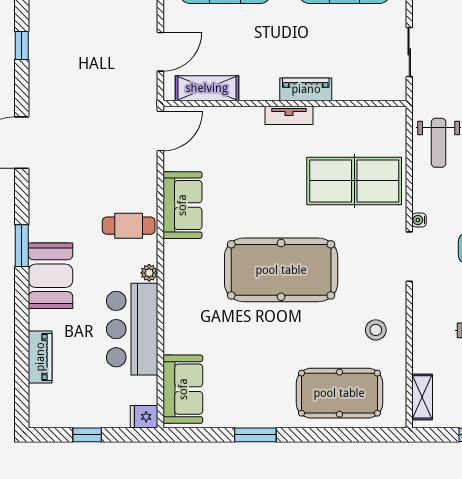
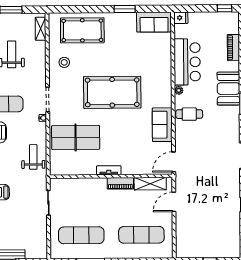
piano: (306, 89) -> (120, 183), moved
sofa: (183, 389) -> (154, 22), moved, turned -90
window: (87, 435) -> (225, 8), moved

